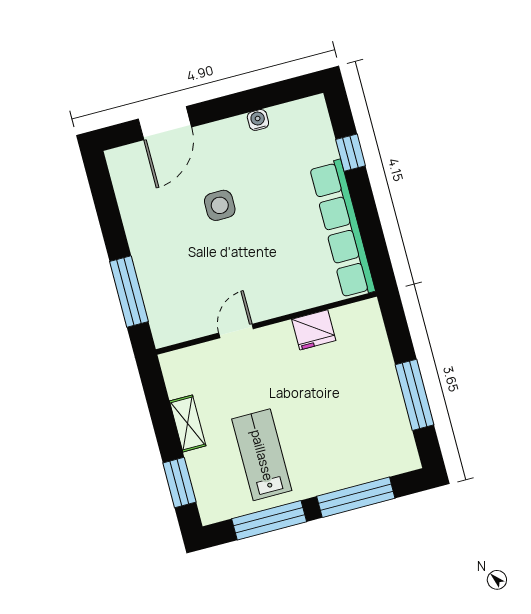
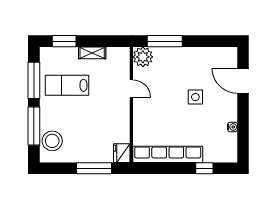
plant: (170, 325) -> (143, 57), added
fridge: (314, 330) -> (122, 153), moved
window: (414, 395) -> (94, 168), moved
lab bench: (262, 455) -> (67, 85), turned 180
stool: (375, 455) -> (52, 141), added

